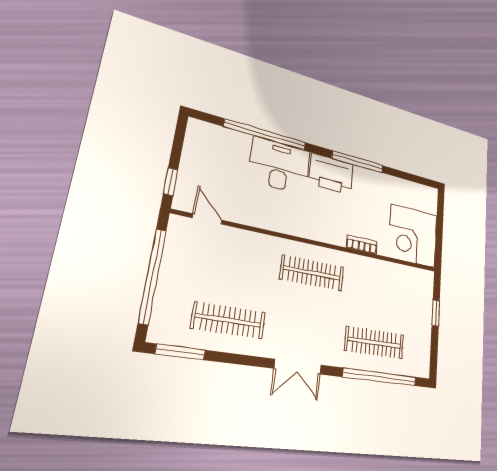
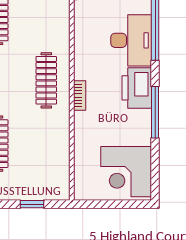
corner desk: (413, 236) -> (126, 172), moved, turned -90
bookcase: (362, 244) -> (80, 95), moved

